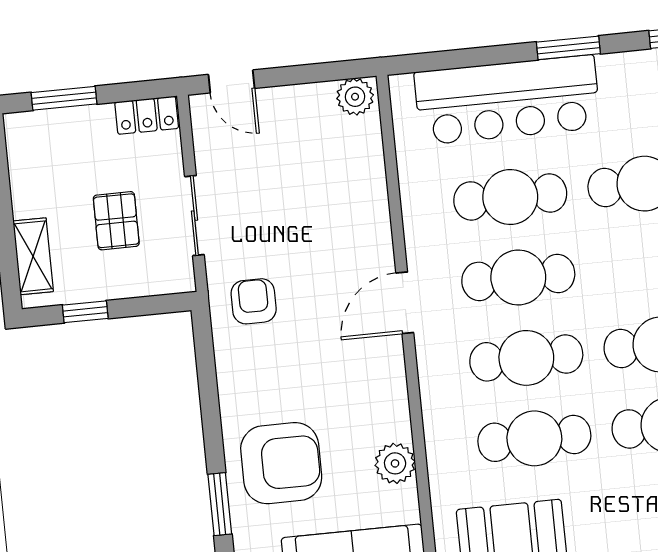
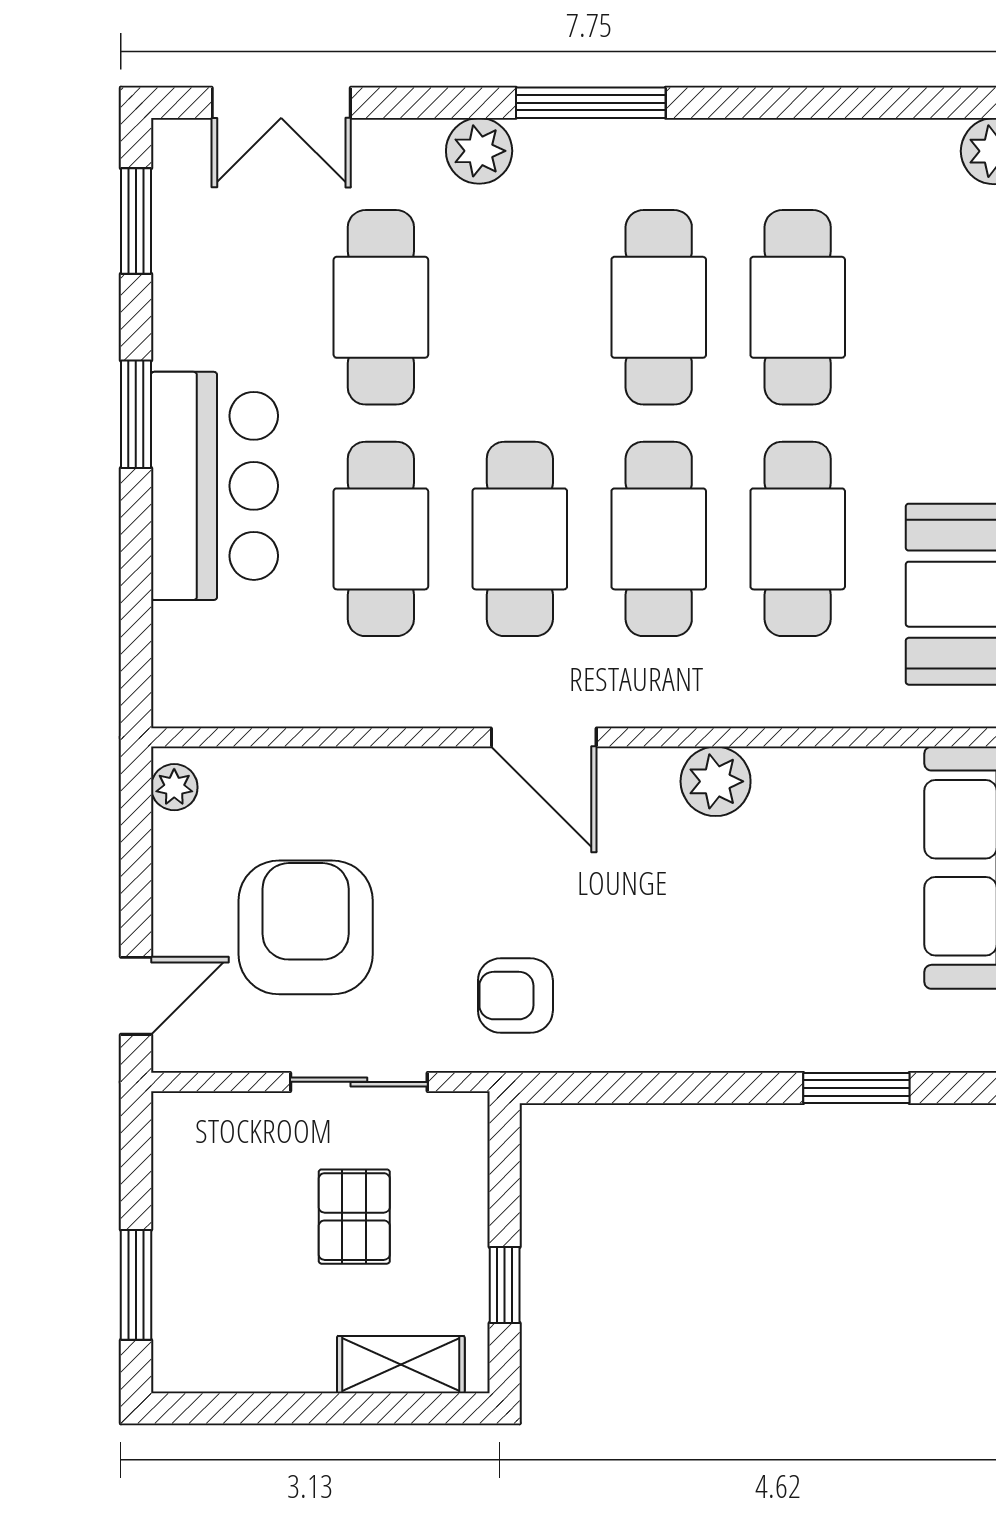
plant: (355, 97) -> (174, 787), width x0.73, depth x0.73
bar counter: (507, 100) -> (214, 486), width x0.73
locker: (147, 115) -> (179, 1147), removed
pallet: (116, 221) -> (354, 1217), turned 90
armchair: (281, 463) -> (306, 927), moved
plant: (395, 463) -> (716, 781), moved

